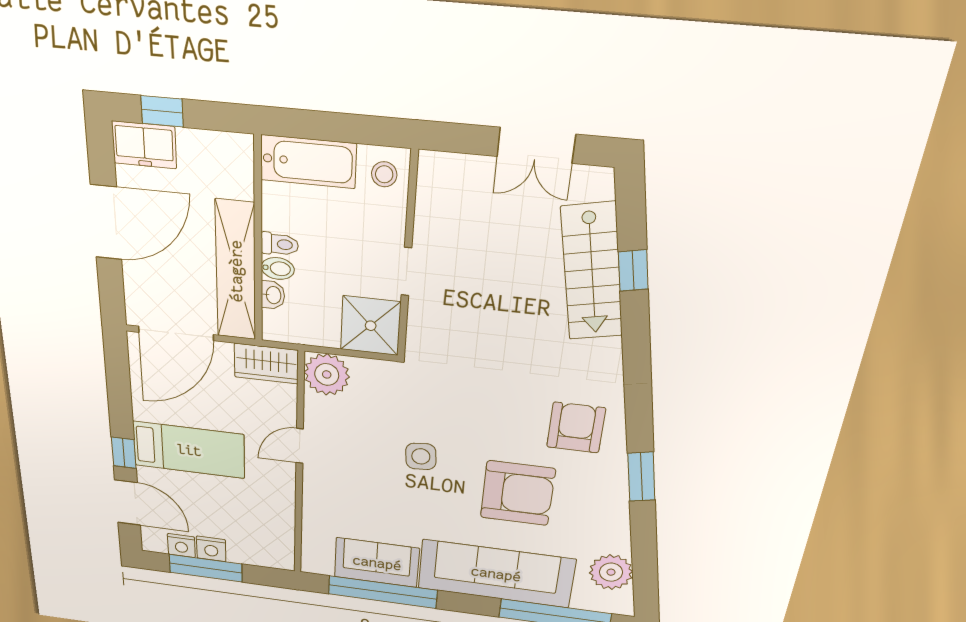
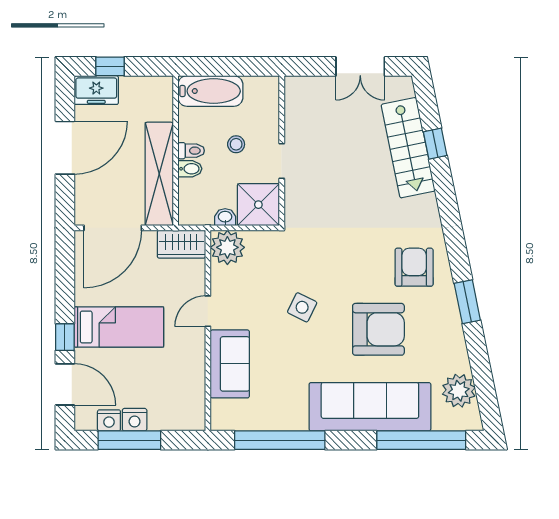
stool: (384, 174) -> (236, 144), moved
washbasin: (273, 295) -> (225, 217), moved, turned -90
side table: (421, 456) -> (302, 307), turned 31
sofa: (377, 563) -> (230, 364), moved, turned 90

